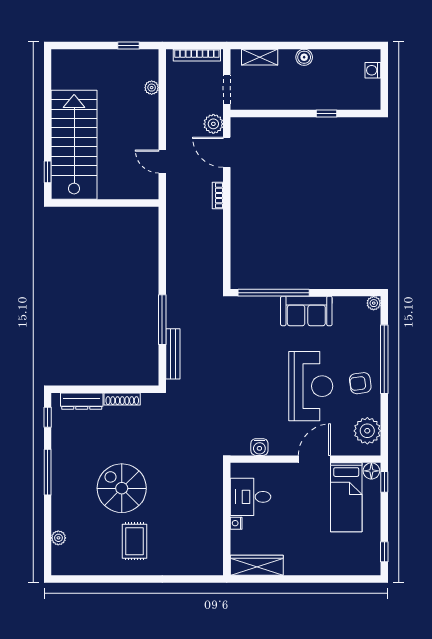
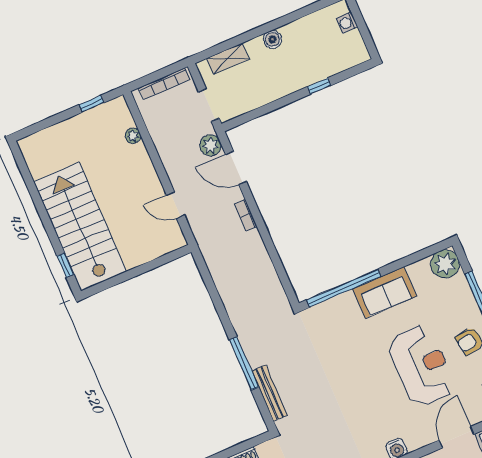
plant: (374, 303) -> (445, 264), width x1.88, depth x1.88

